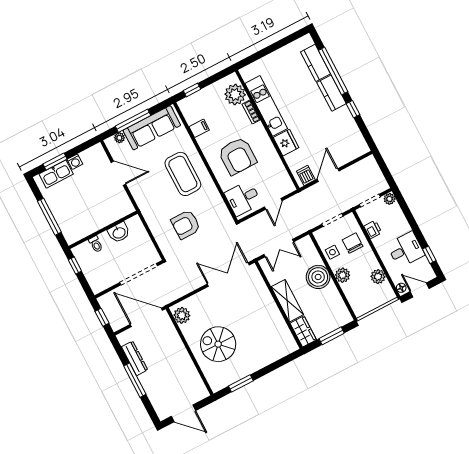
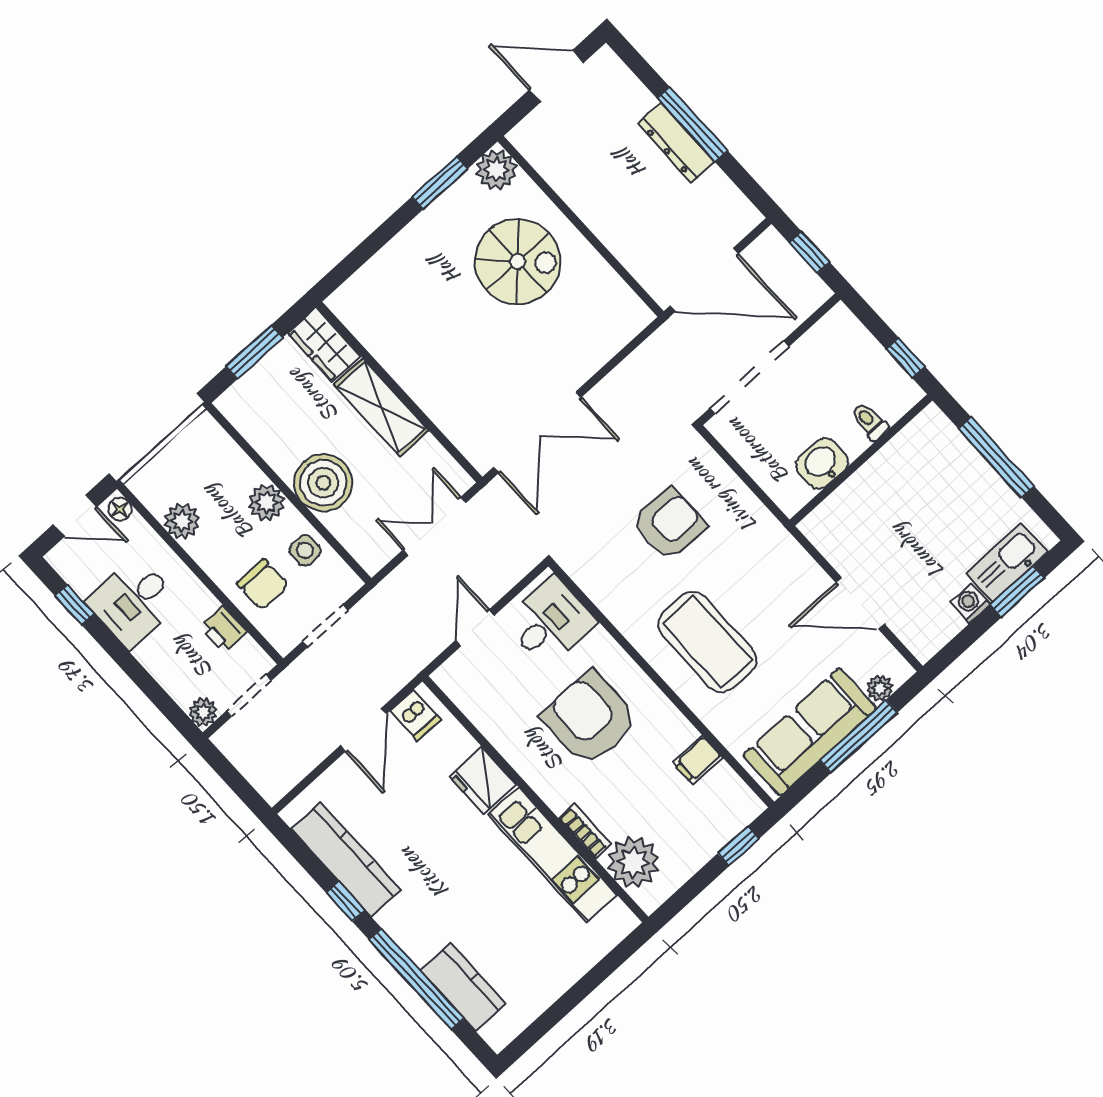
kitchen counter: (332, 93) -> (346, 859), moved, width x1.50
plant: (182, 315) -> (496, 170), moved
dresser: (135, 358) -> (676, 143), moved

